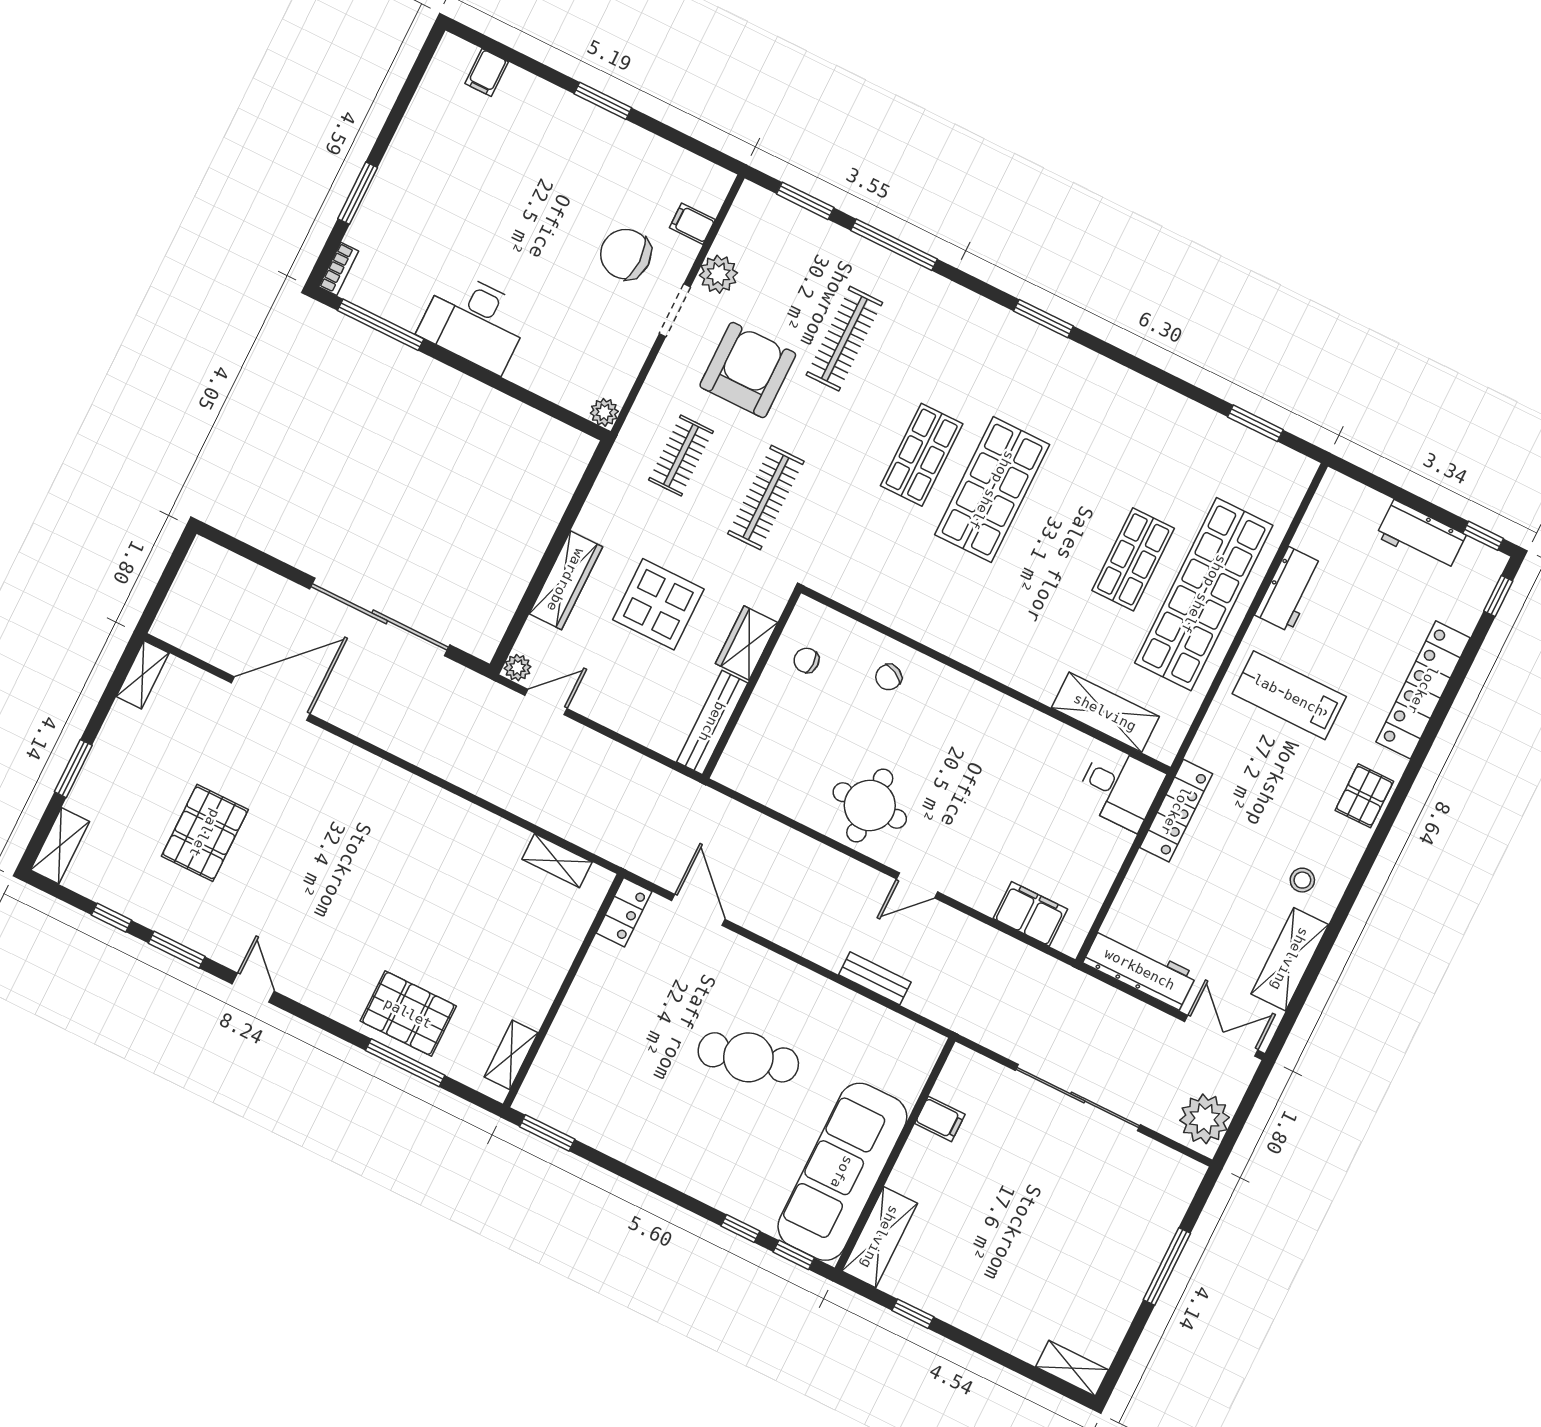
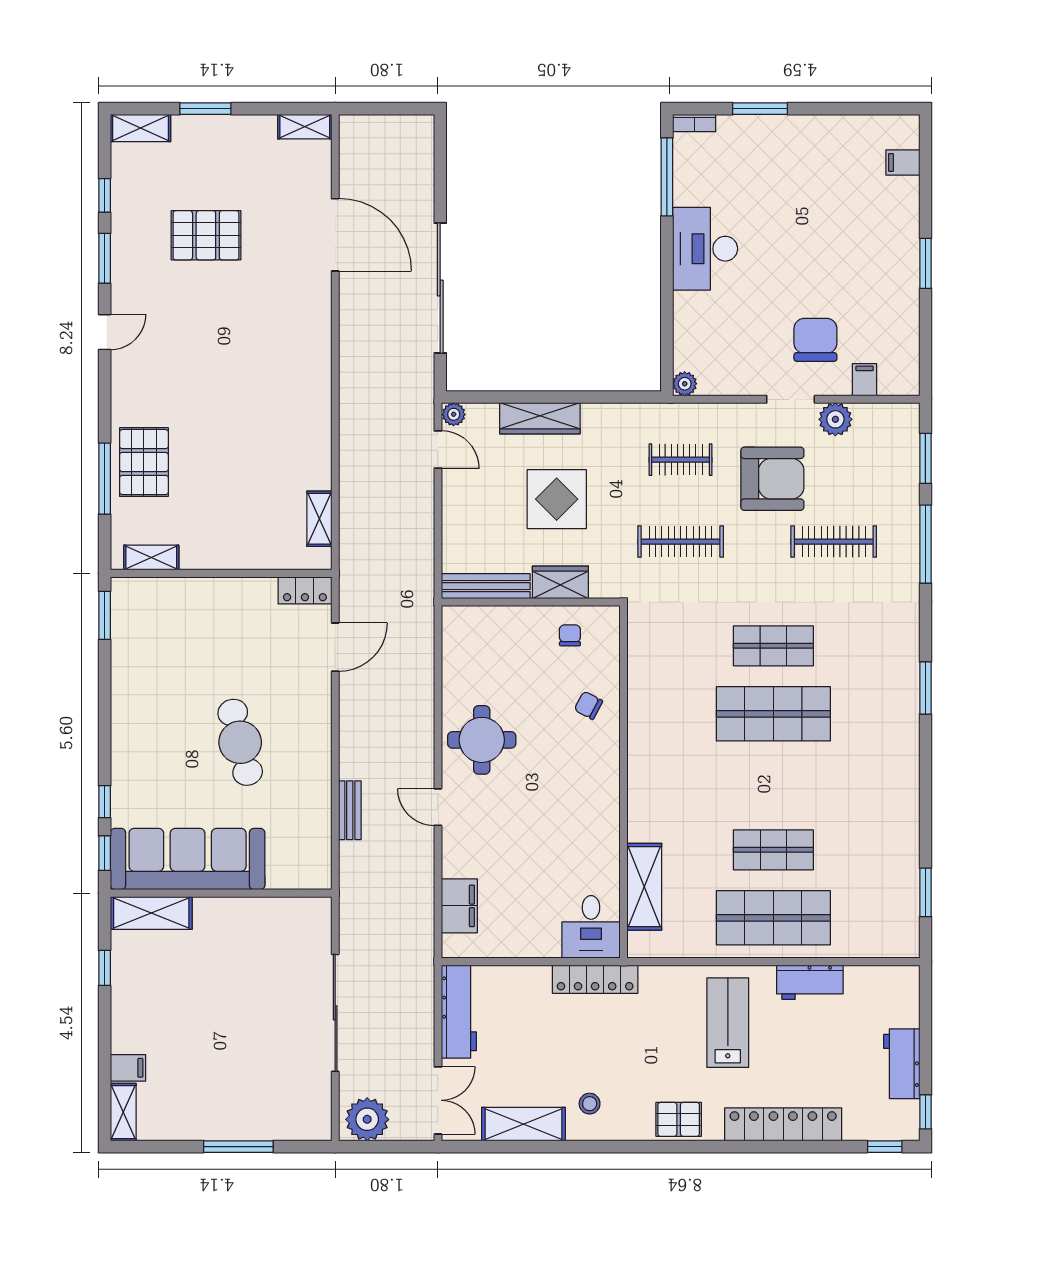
shop shelf: (1204, 594) -> (773, 918), width x0.71
filing cabinet: (940, 1119) -> (128, 1068), moved, turned -90

